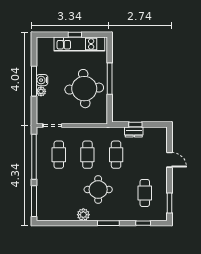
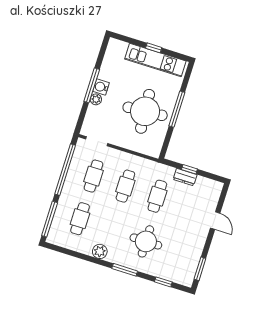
round table: (98, 190) -> (146, 241), moved
cafe table: (145, 193) -> (80, 219), moved

